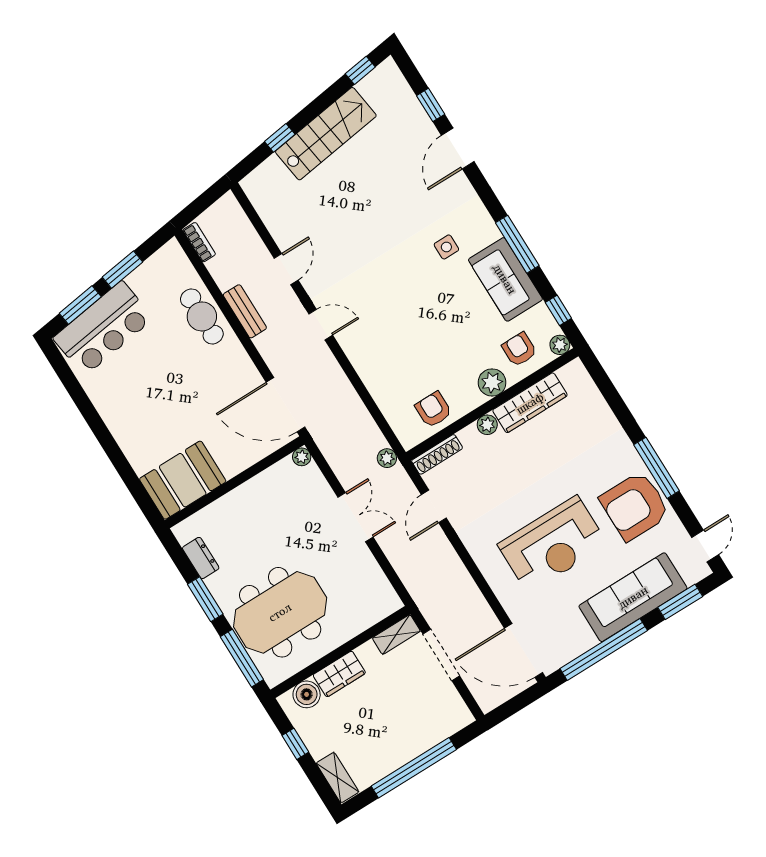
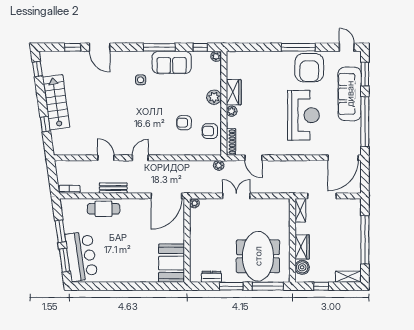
armchair: (519, 349) -> (184, 123), moved
wardrobe: (530, 403) -> (234, 92), width x0.67

